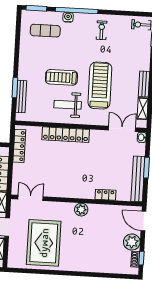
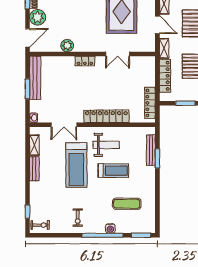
exercise mat: (45, 31) -> (127, 204), moved
double door: (122, 129) -> (64, 125), moved
locker: (105, 195) -> (85, 61), moved
double door: (31, 198) -> (118, 54), moved
plant: (81, 210) -> (67, 46), moved
door: (143, 221) -> (28, 38), hinge flipped

